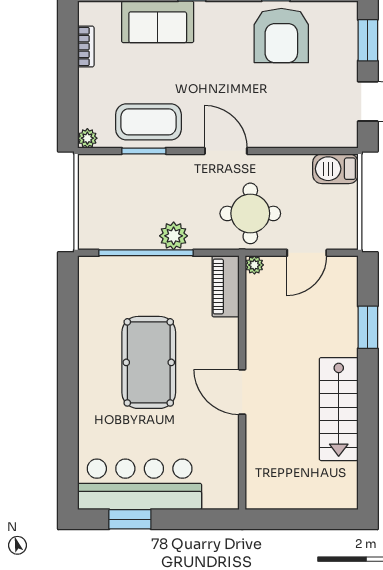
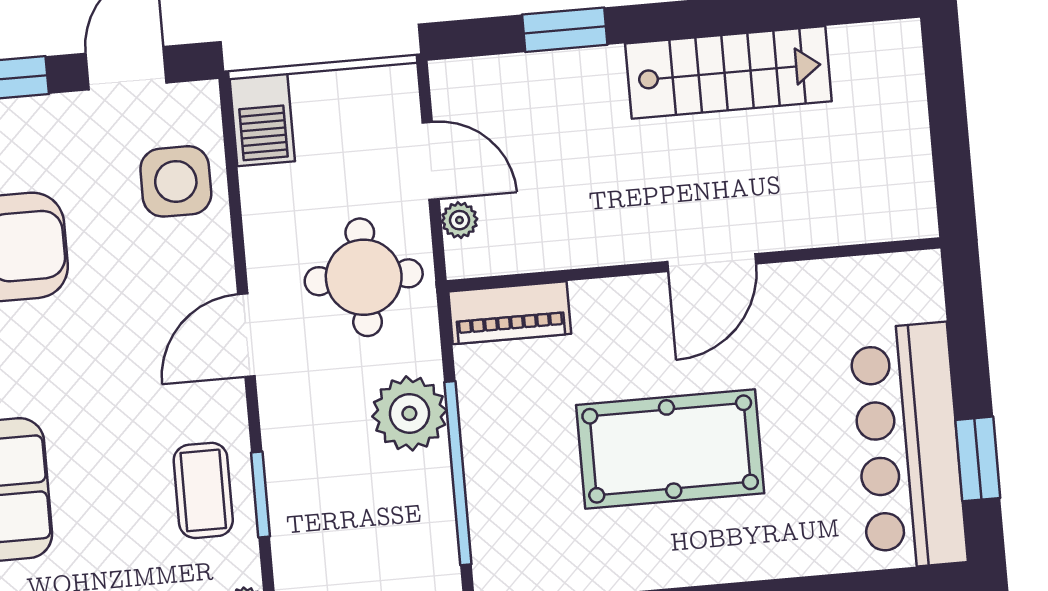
coffee table: (148, 122) -> (203, 490), width x0.73, depth x0.76
side table: (308, 122) -> (176, 181), added
plant: (174, 236) -> (409, 413), width x1.36, depth x1.36
plant: (254, 265) -> (459, 220), moved

